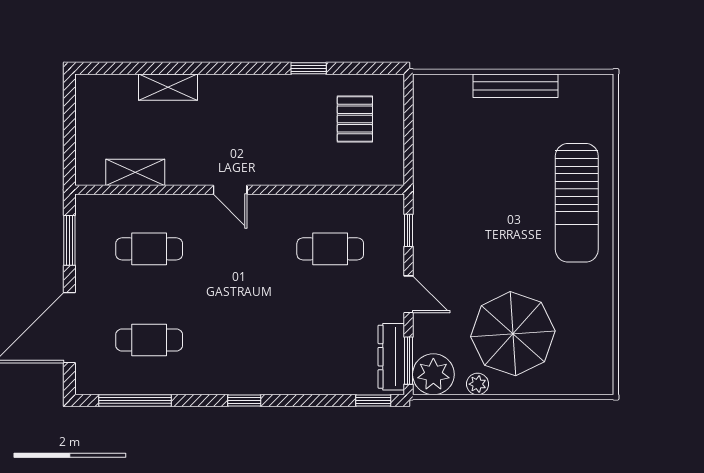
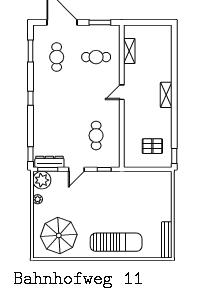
window: (309, 68) -> (174, 156), moved
bench: (515, 86) -> (167, 240), moved
shelving: (168, 87) -> (166, 95), moved
sun lounger: (577, 203) -> (116, 242), turned 180
cafe table: (149, 249) -> (96, 57), turned 90
parasol: (513, 334) -> (59, 235), moved
window: (135, 401) -> (30, 51), width x0.69

